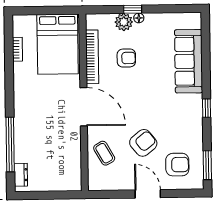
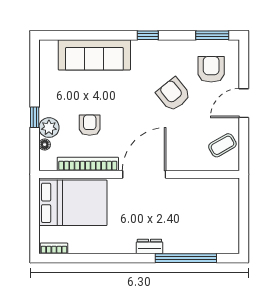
floor lamp: (139, 18) -> (45, 145), moved
bookcase: (17, 49) -> (54, 248), moved
armchair: (143, 143) -> (173, 94), moved
coffee table: (104, 153) -> (222, 145), moved
dresser: (21, 175) -> (149, 246), moved

